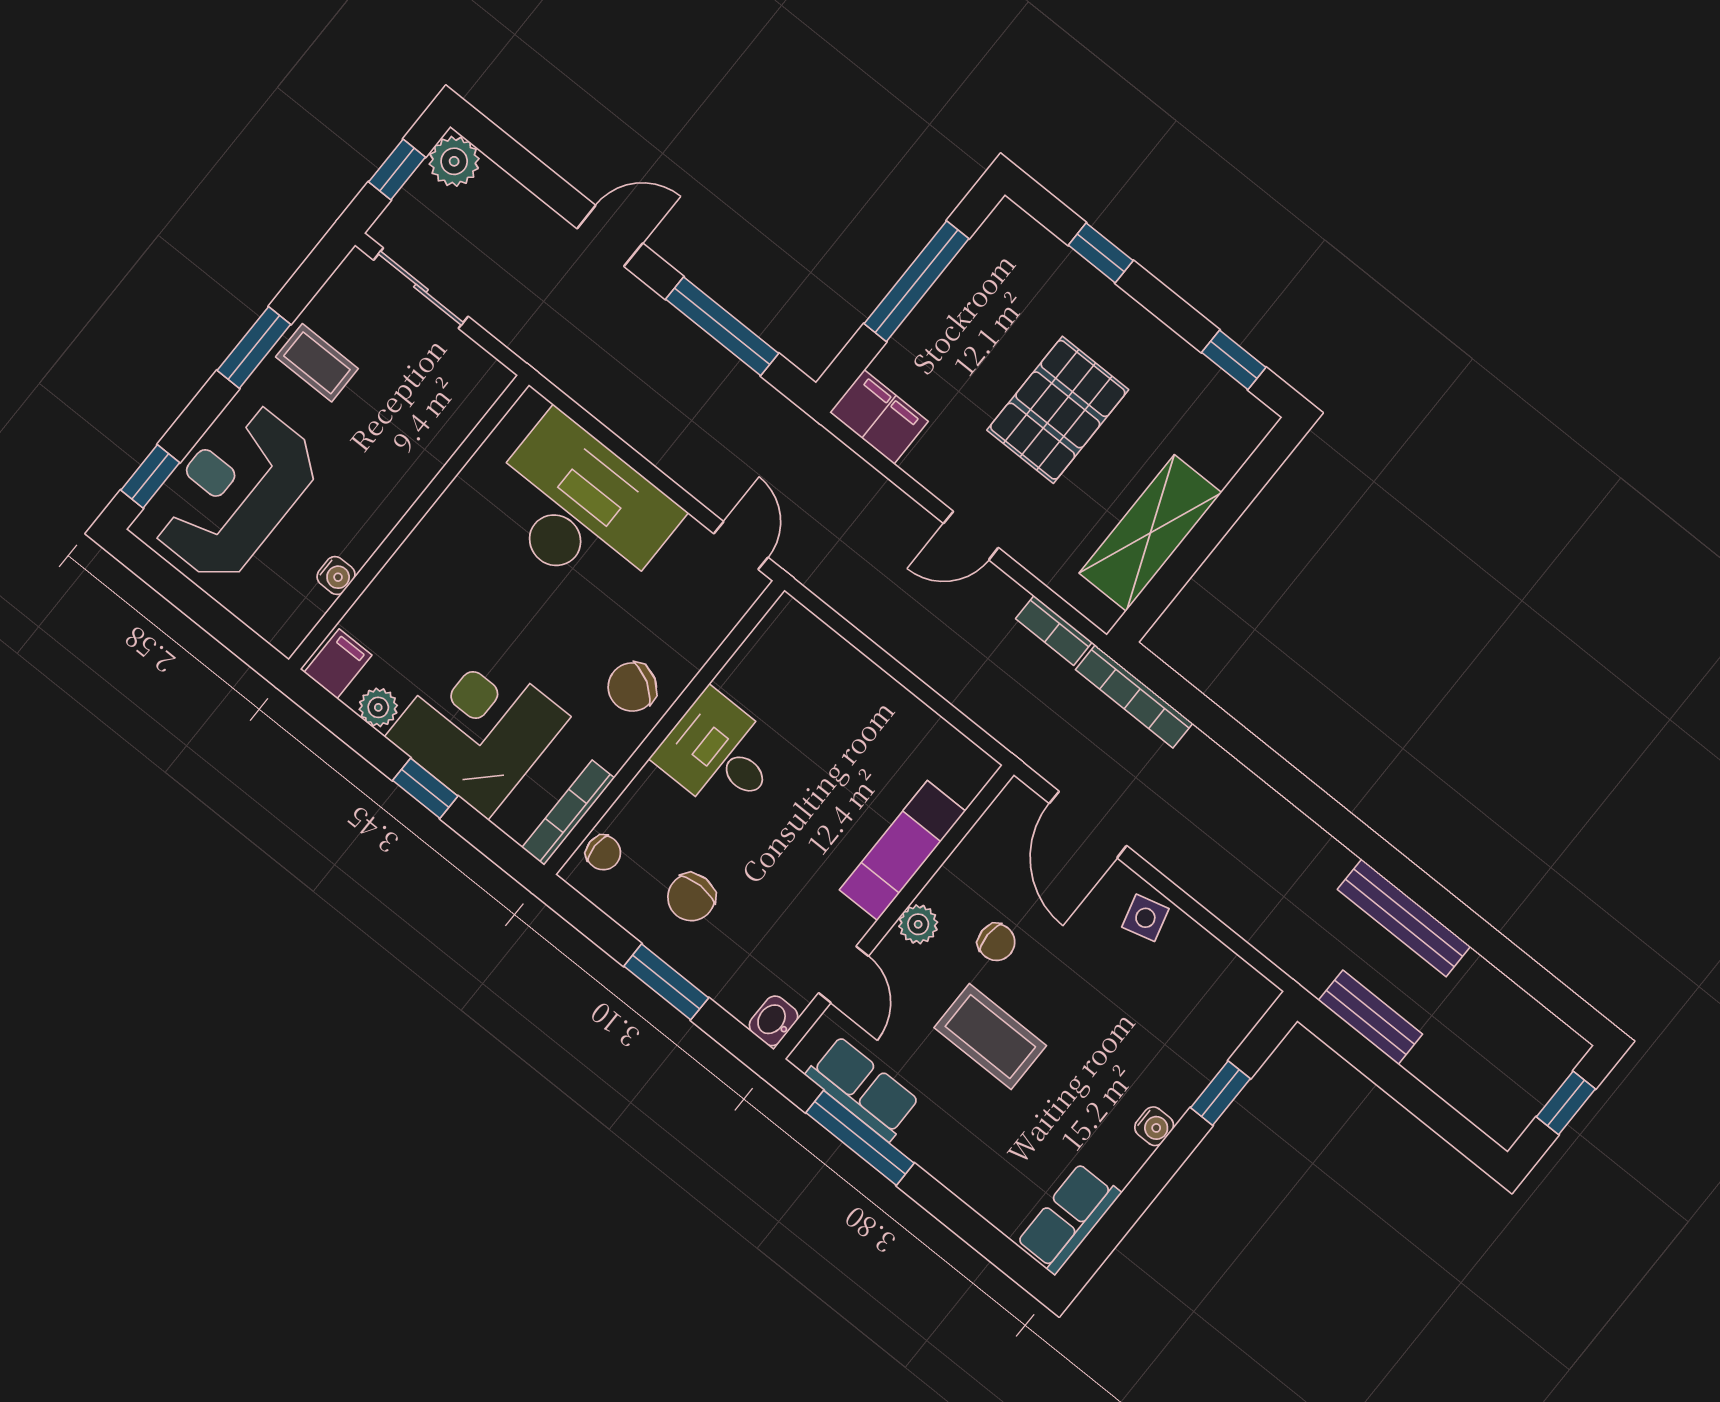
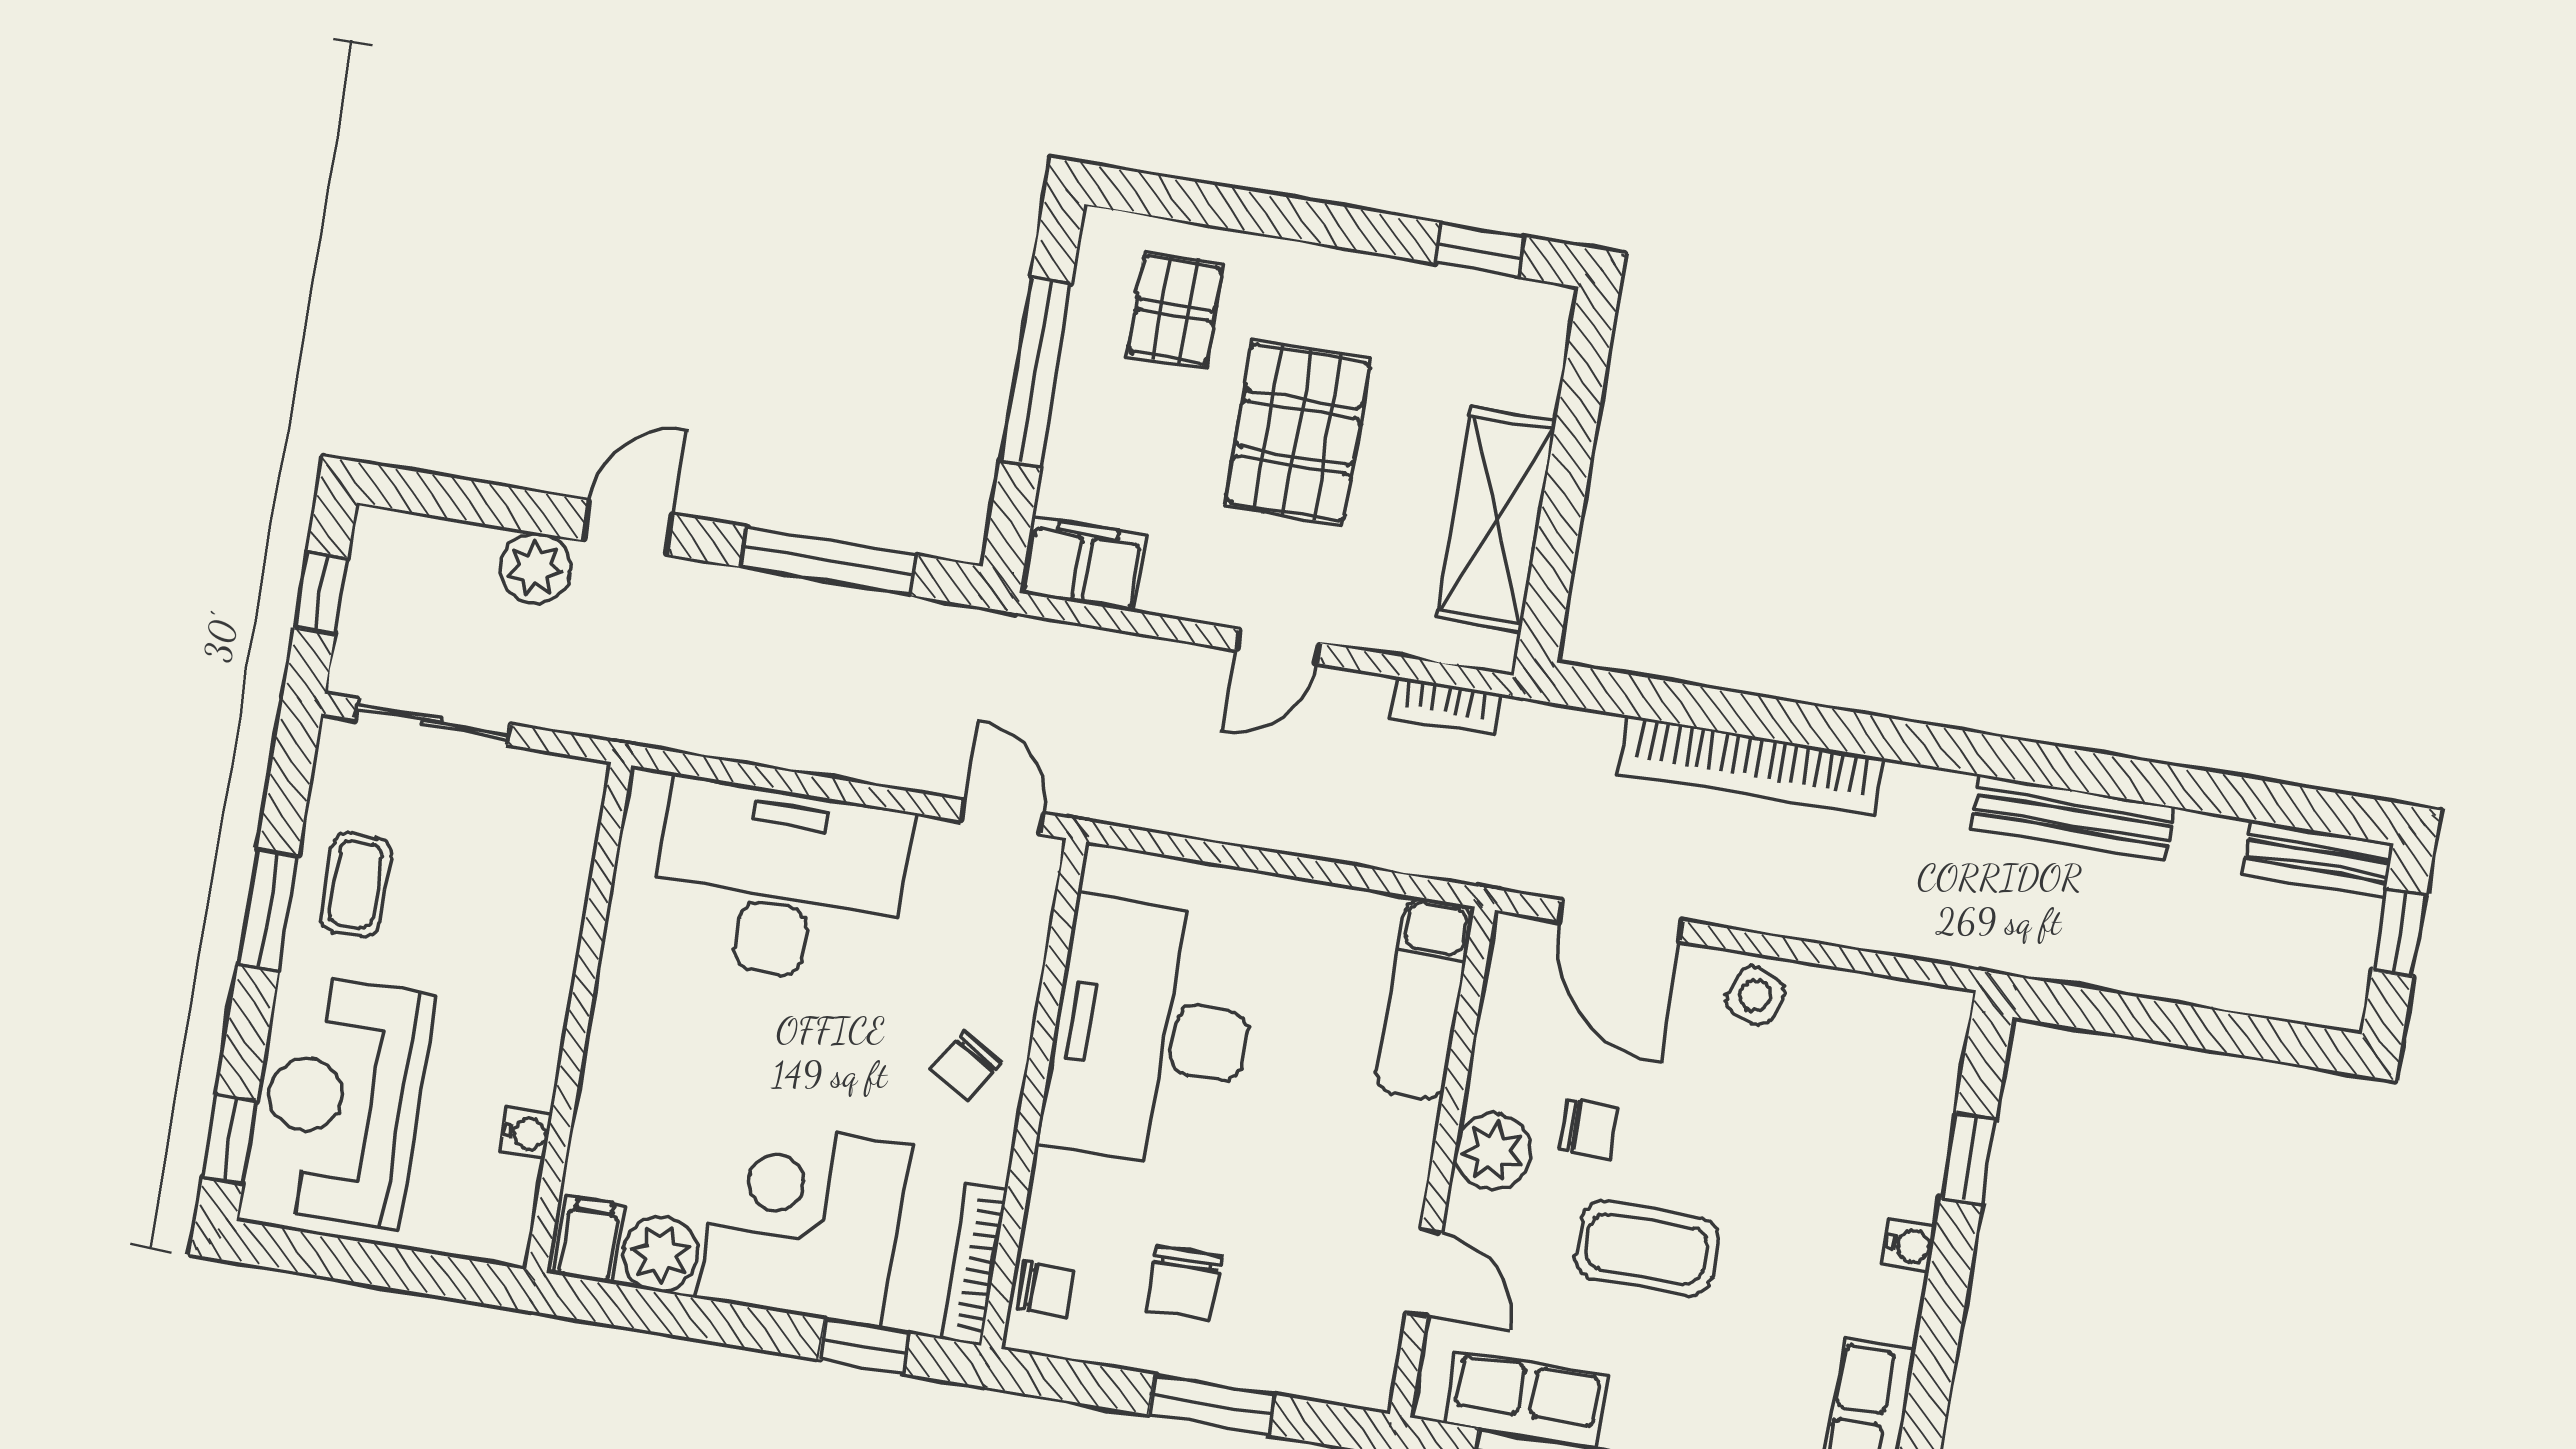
plant: (454, 161) -> (535, 568), moved
window: (1101, 253) -> (1242, 210), removed
pallet: (1024, 291) -> (1175, 310), added
coffee table: (317, 363) -> (356, 885), turned 90
chair: (632, 687) -> (967, 1066), width x0.73, depth x0.73
bookcase: (1134, 696) -> (1751, 766), moved, width x1.48, depth x1.31
plant: (378, 707) -> (660, 1254), width x1.38, depth x1.38
desk: (719, 754) -> (1151, 1033), width x1.87, depth x1.30
window: (425, 788) -> (864, 1346), moved
exam couch: (902, 850) -> (1424, 998), moved
side table: (1145, 918) -> (1755, 996), turned 35
plant: (918, 924) -> (1493, 1152), width x1.38, depth x1.38
bench: (1370, 1017) -> (2318, 859), moved
washbasin: (774, 1021) -> (1370, 1378), removed

